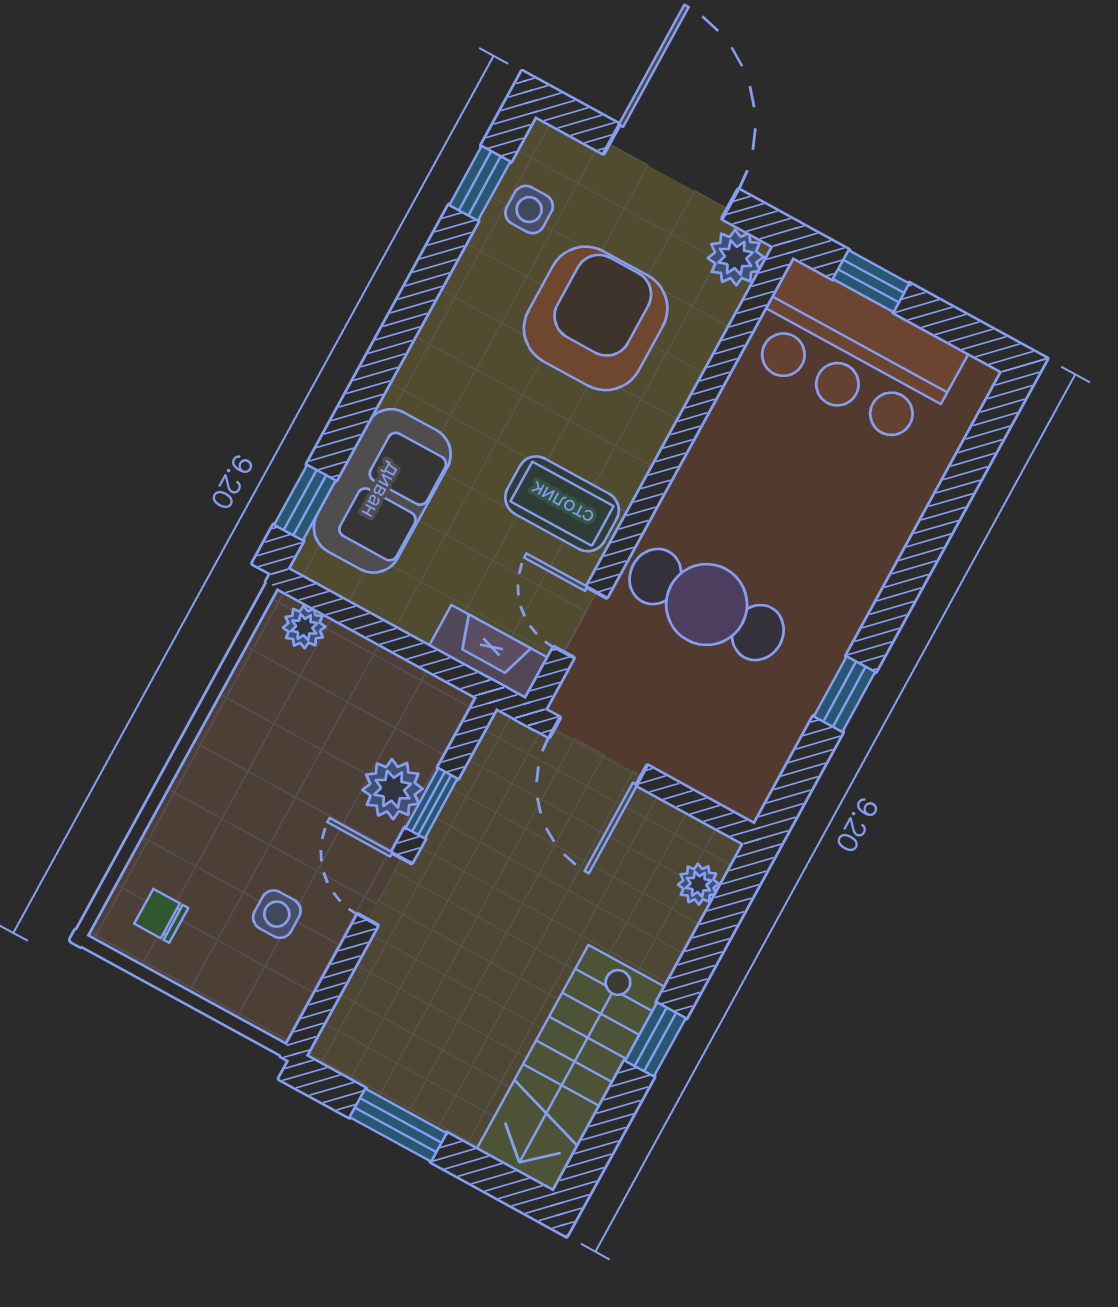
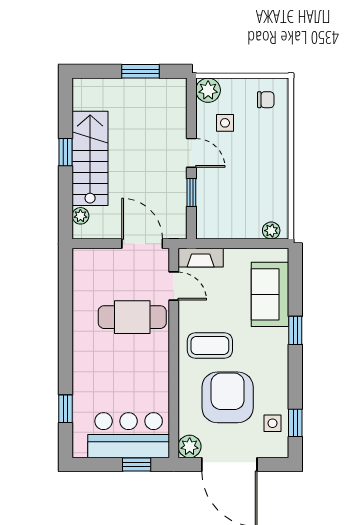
armchair: (596, 318) -> (228, 397), turned 180
window: (305, 503) -> (295, 330), moved
coffee table: (562, 504) -> (210, 346), moved
window: (845, 694) -> (66, 409), moved
plant: (393, 789) -> (208, 90), moved
stairs: (571, 1068) -> (90, 158), moved

